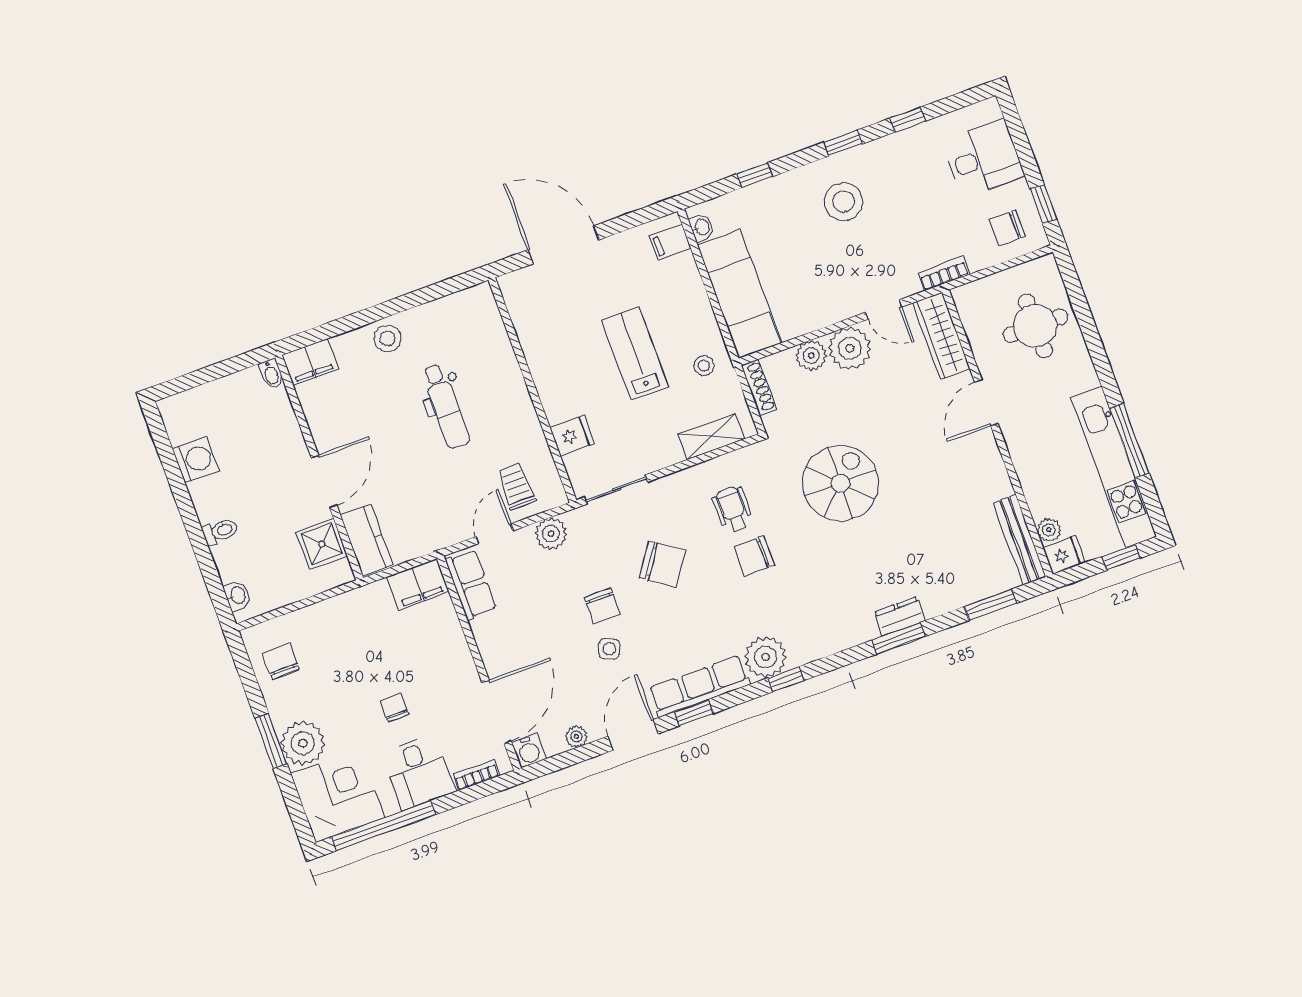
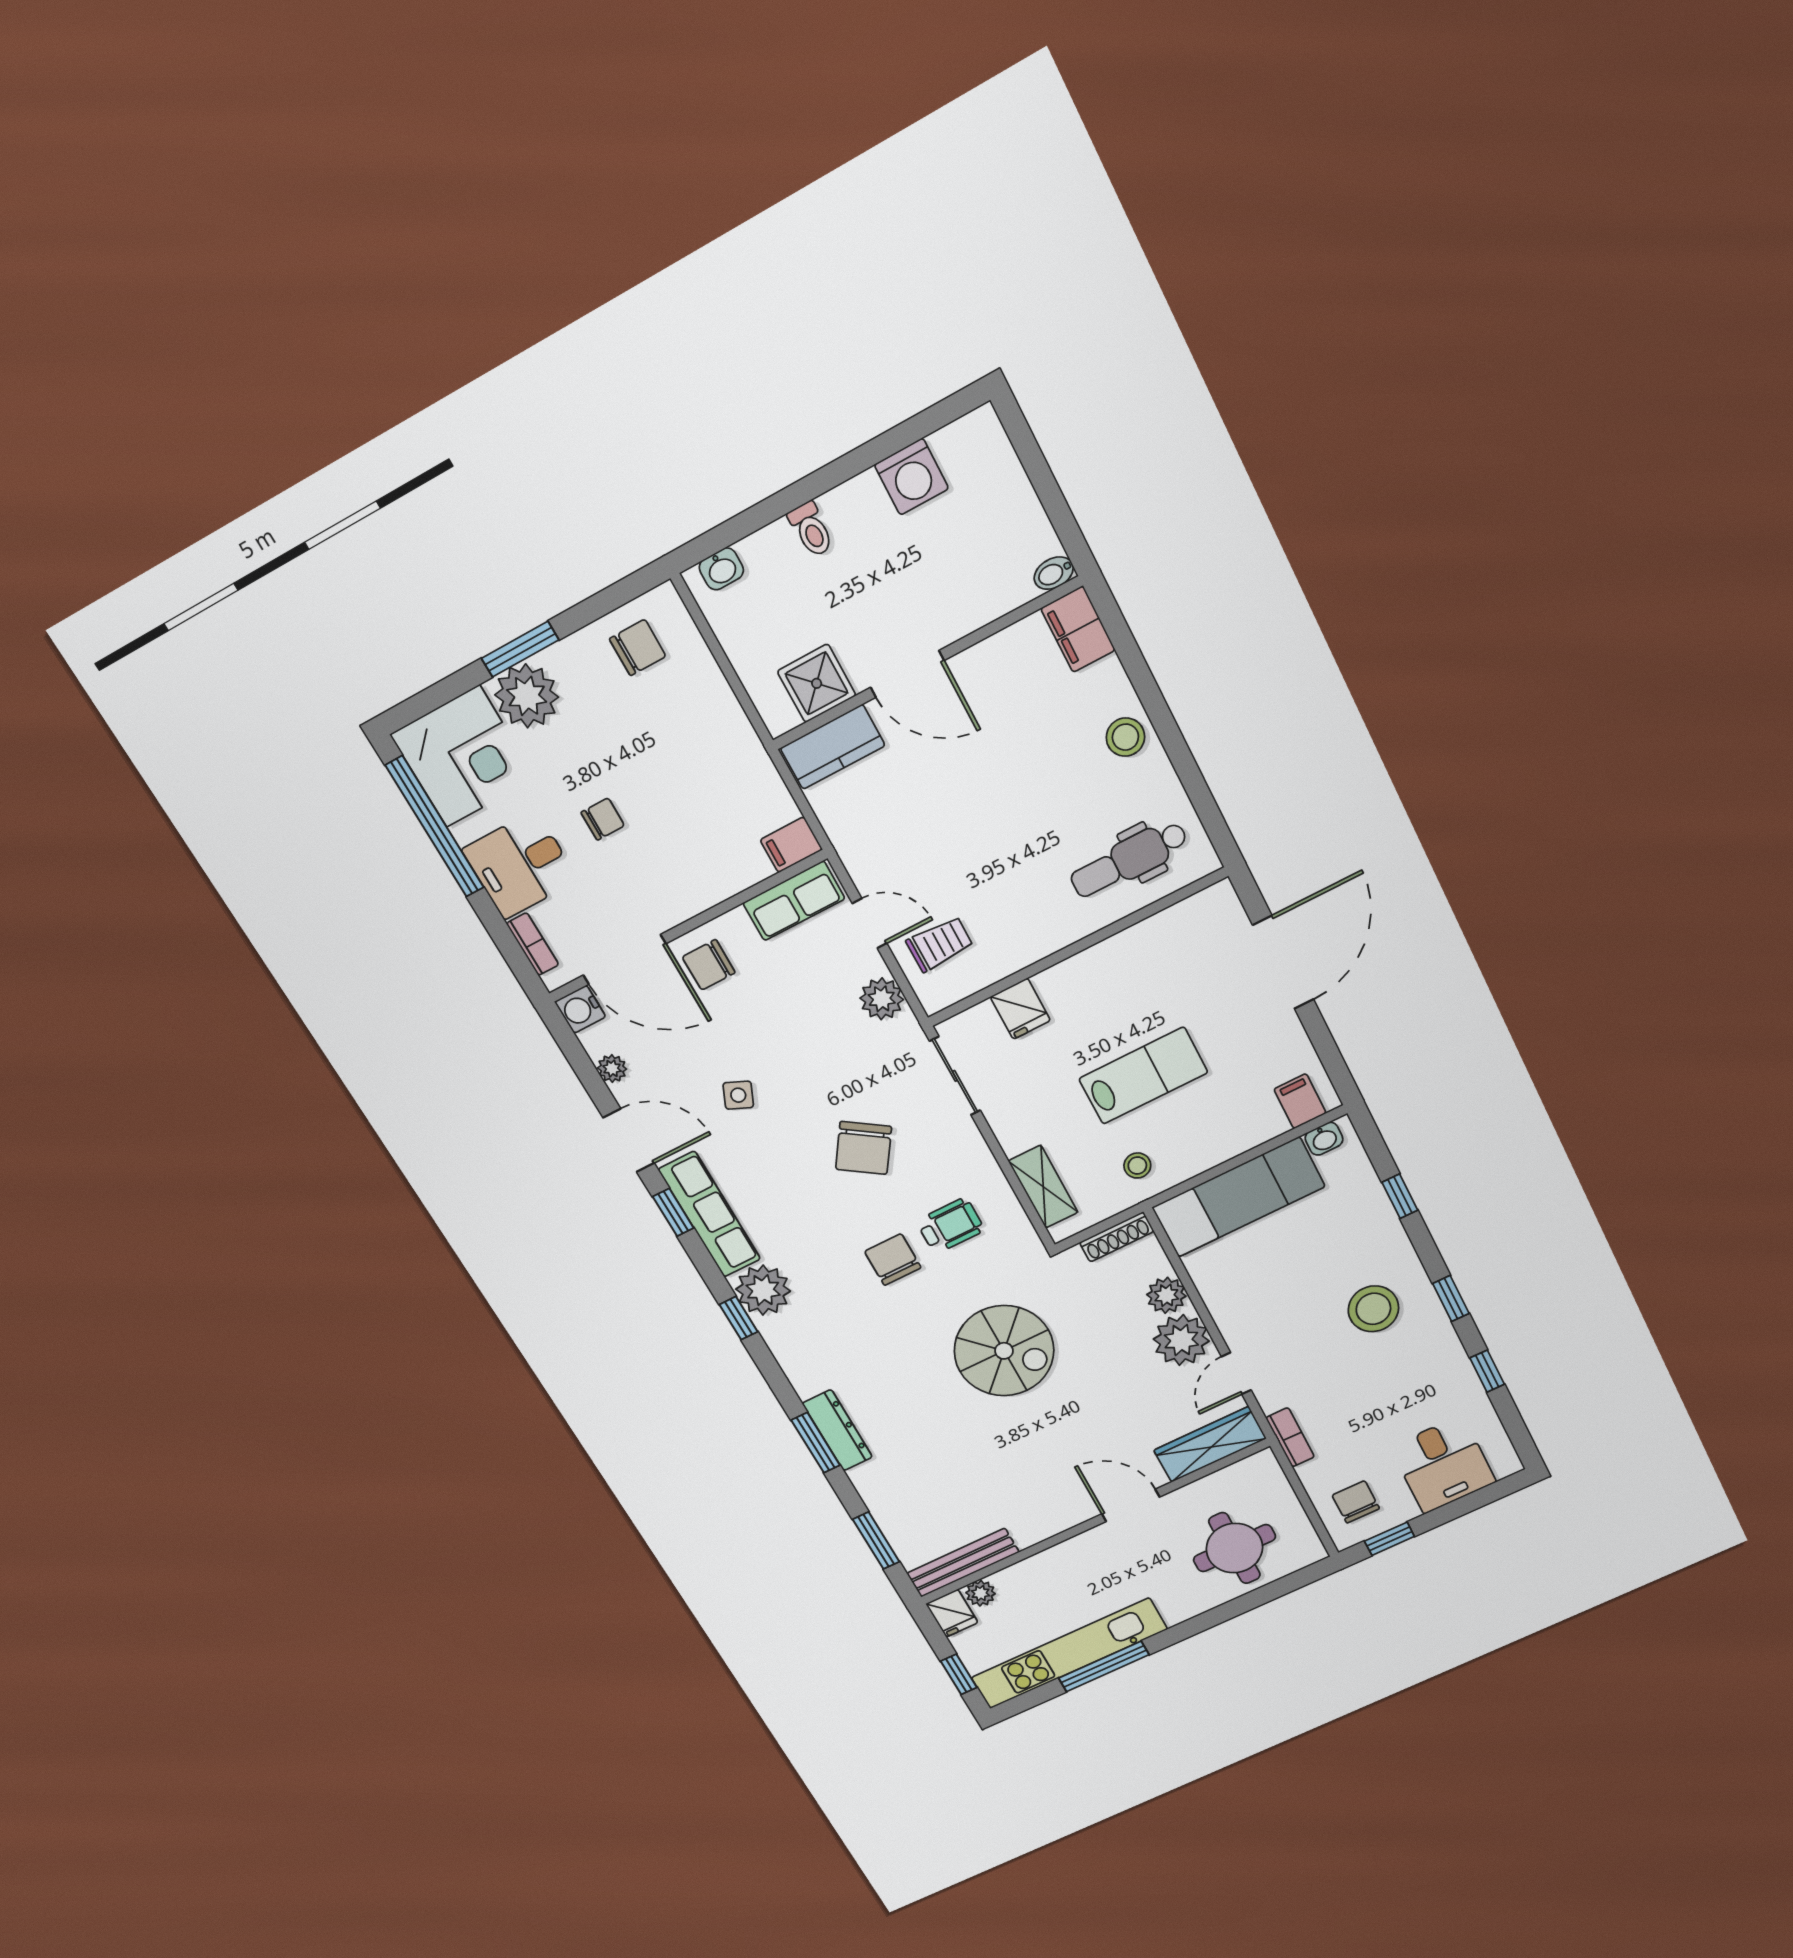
dental chair: (446, 406) -> (1129, 859), moved
filing cabinet: (418, 584) -> (791, 845), width x0.50
chair: (602, 606) -> (709, 965), moved
dresser: (900, 616) -> (837, 1430), width x1.44

